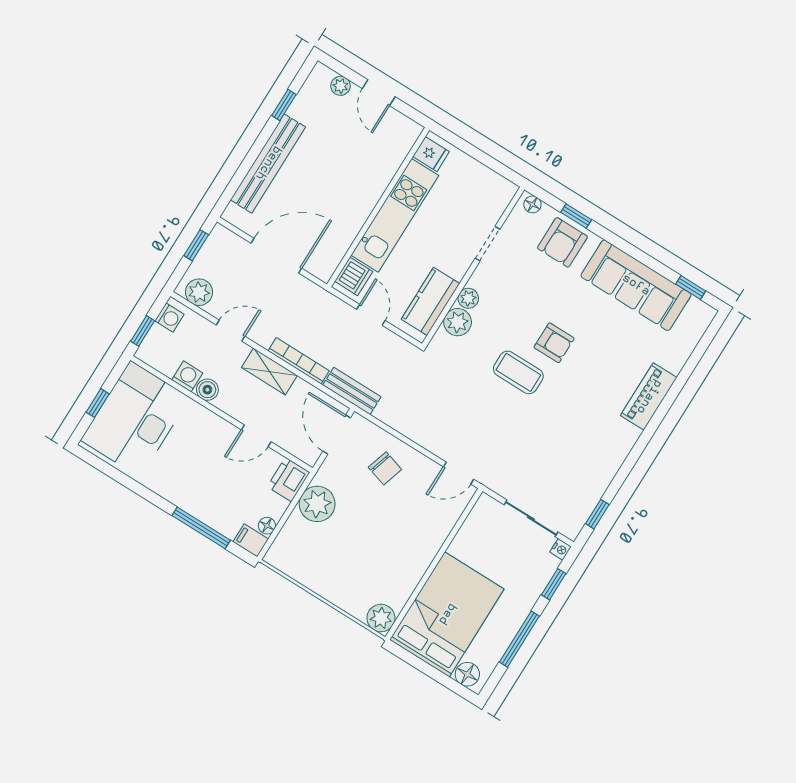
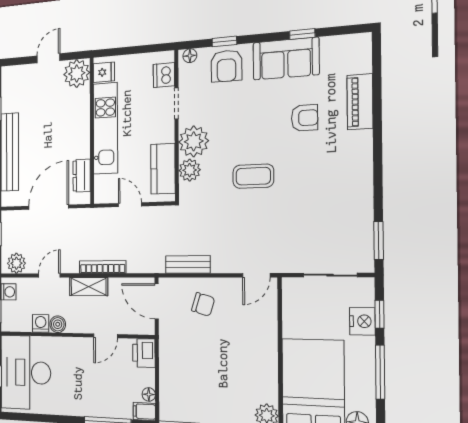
plant: (341, 86) -> (77, 73), moved, width x1.88, depth x1.88
door: (379, 93) -> (48, 58), swing flipped
dresser: (336, 248) -> (82, 176), added
dishwasher: (354, 276) -> (164, 75), moved, turned 180
sofa: (636, 285) -> (286, 59), width x0.73
window: (691, 288) -> (302, 34), moved
plant: (468, 298) -> (194, 141), width x1.88, depth x1.88
armchair: (554, 343) -> (305, 118), moved
bench: (352, 391) -> (188, 264), moved
piano: (649, 397) -> (360, 102), moved
plant: (317, 504) -> (173, 358), removed
window: (597, 514) -> (379, 240), width x1.50
nightstand: (561, 549) -> (362, 321), moved, width x1.89, depth x1.79

